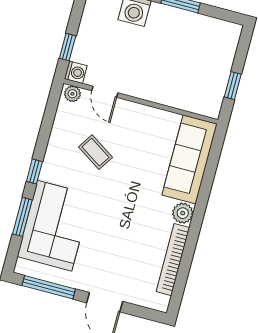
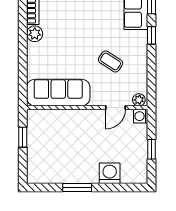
window: (68, 47) -> (152, 149), moved
door: (105, 92) -> (116, 108), swing flipped
sofa: (190, 159) -> (58, 93), moved, turned -90

